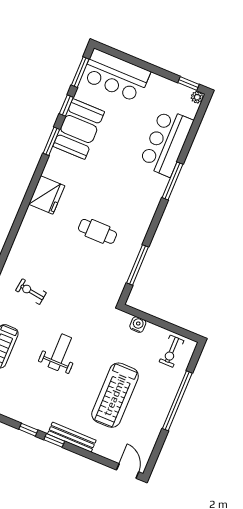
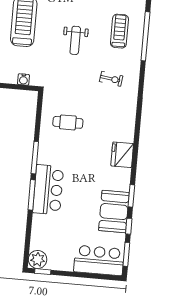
plant: (197, 97) -> (38, 259), width x1.88, depth x1.88
bar counter: (166, 142) -> (48, 190), moved
cafe table: (97, 231) -> (68, 122), moved
window: (138, 265) -> (35, 158), moved

